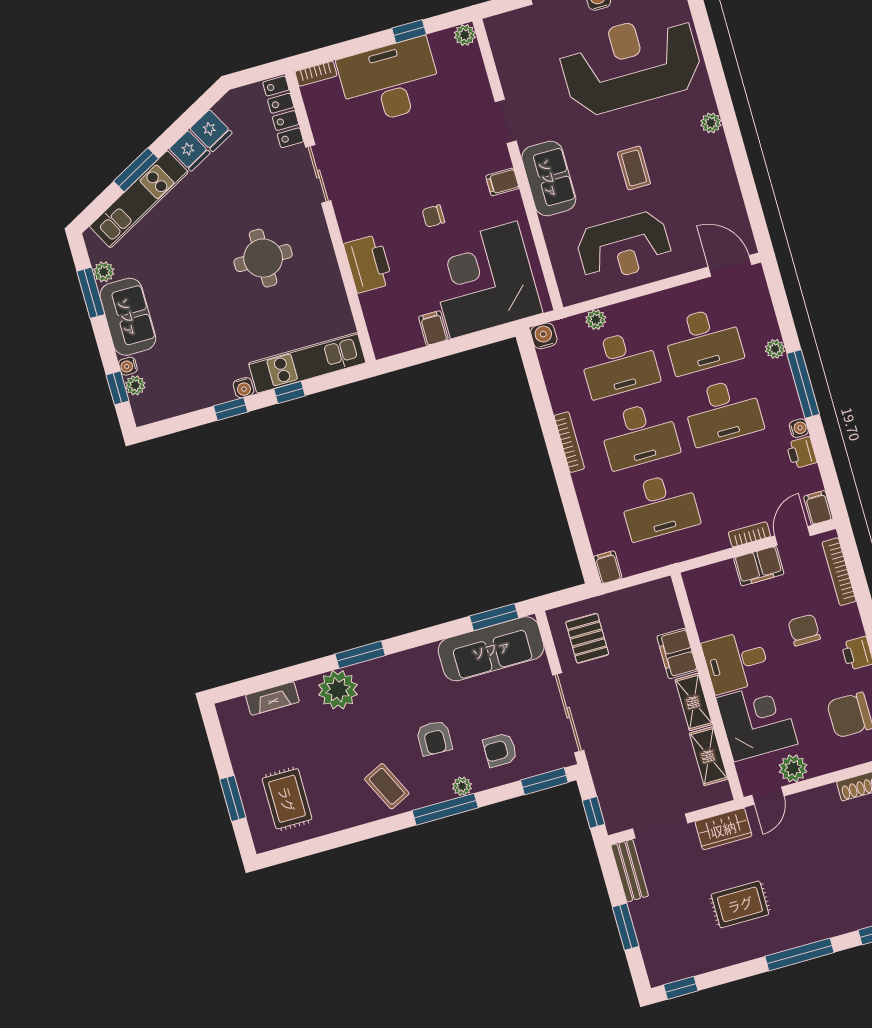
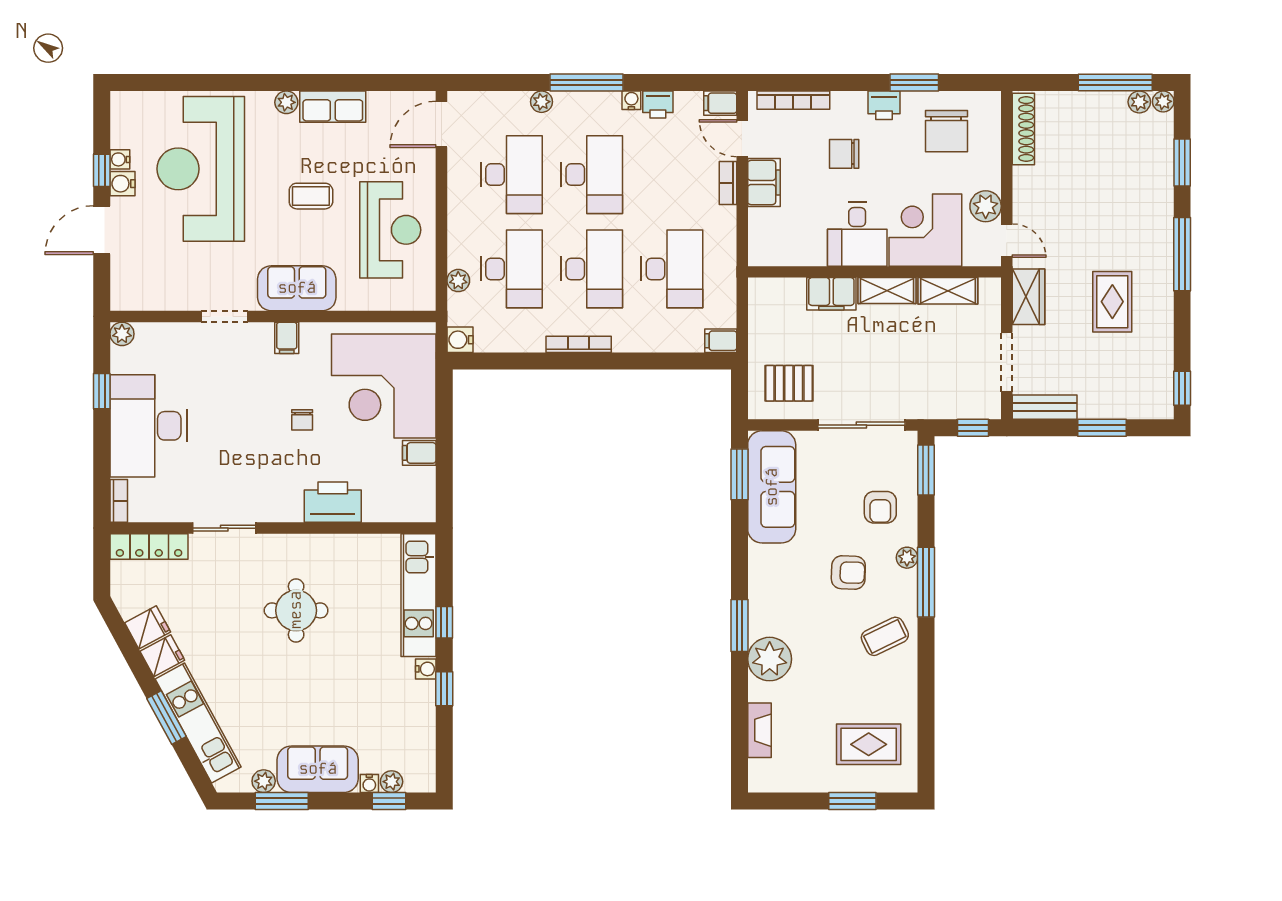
row of seats: (719, 165) -> (333, 107), added

